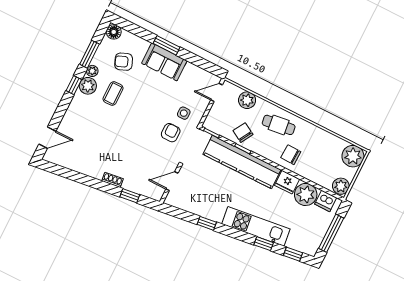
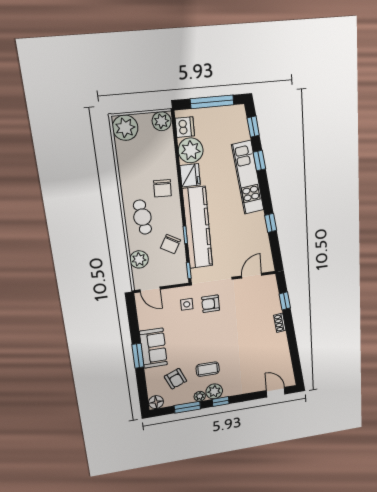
door: (172, 181) -> (252, 276), swing flipped

